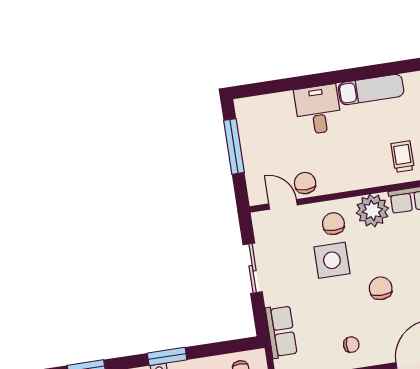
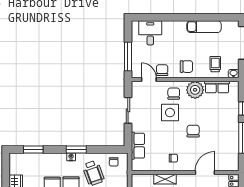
desk: (318, 110) -> (150, 33), moved
window: (234, 146) -> (128, 57), moved
chair: (350, 169) -> (186, 67), added

